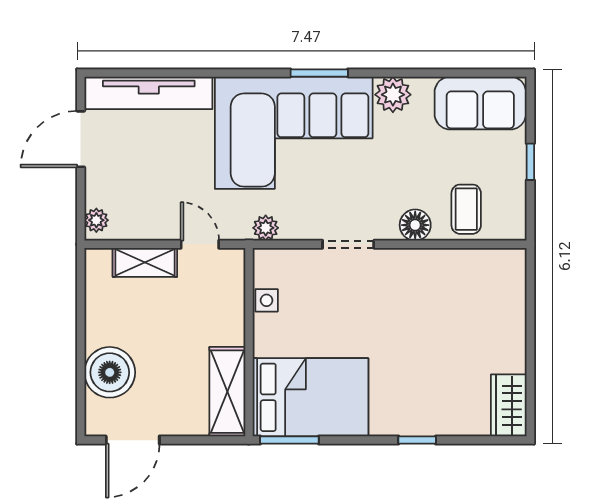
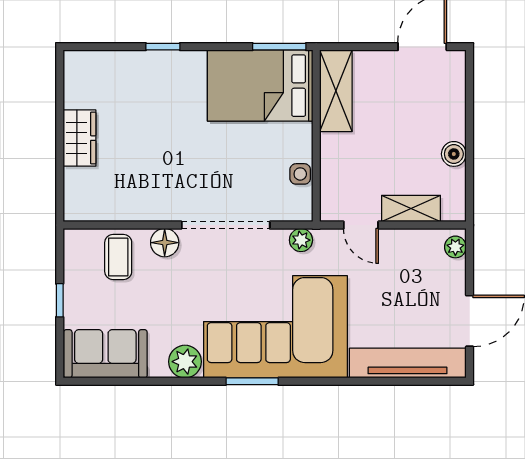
doorway: (348, 244) -> (226, 225), width x1.88
boiler: (110, 372) -> (454, 154), moved, width x0.54, depth x0.54
wardrobe: (509, 405) -> (79, 138), moved

